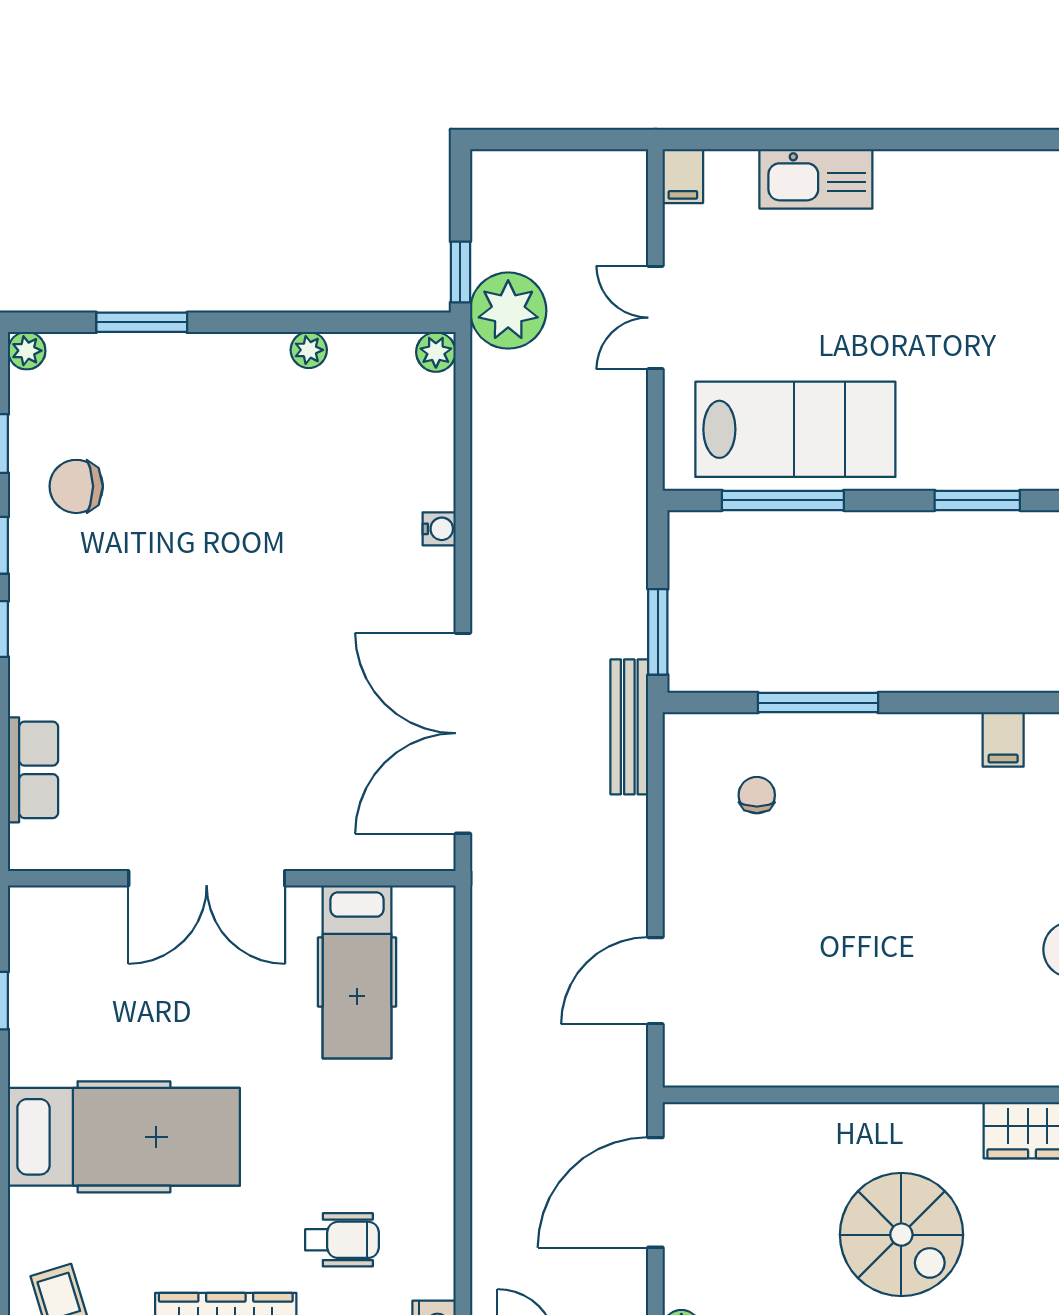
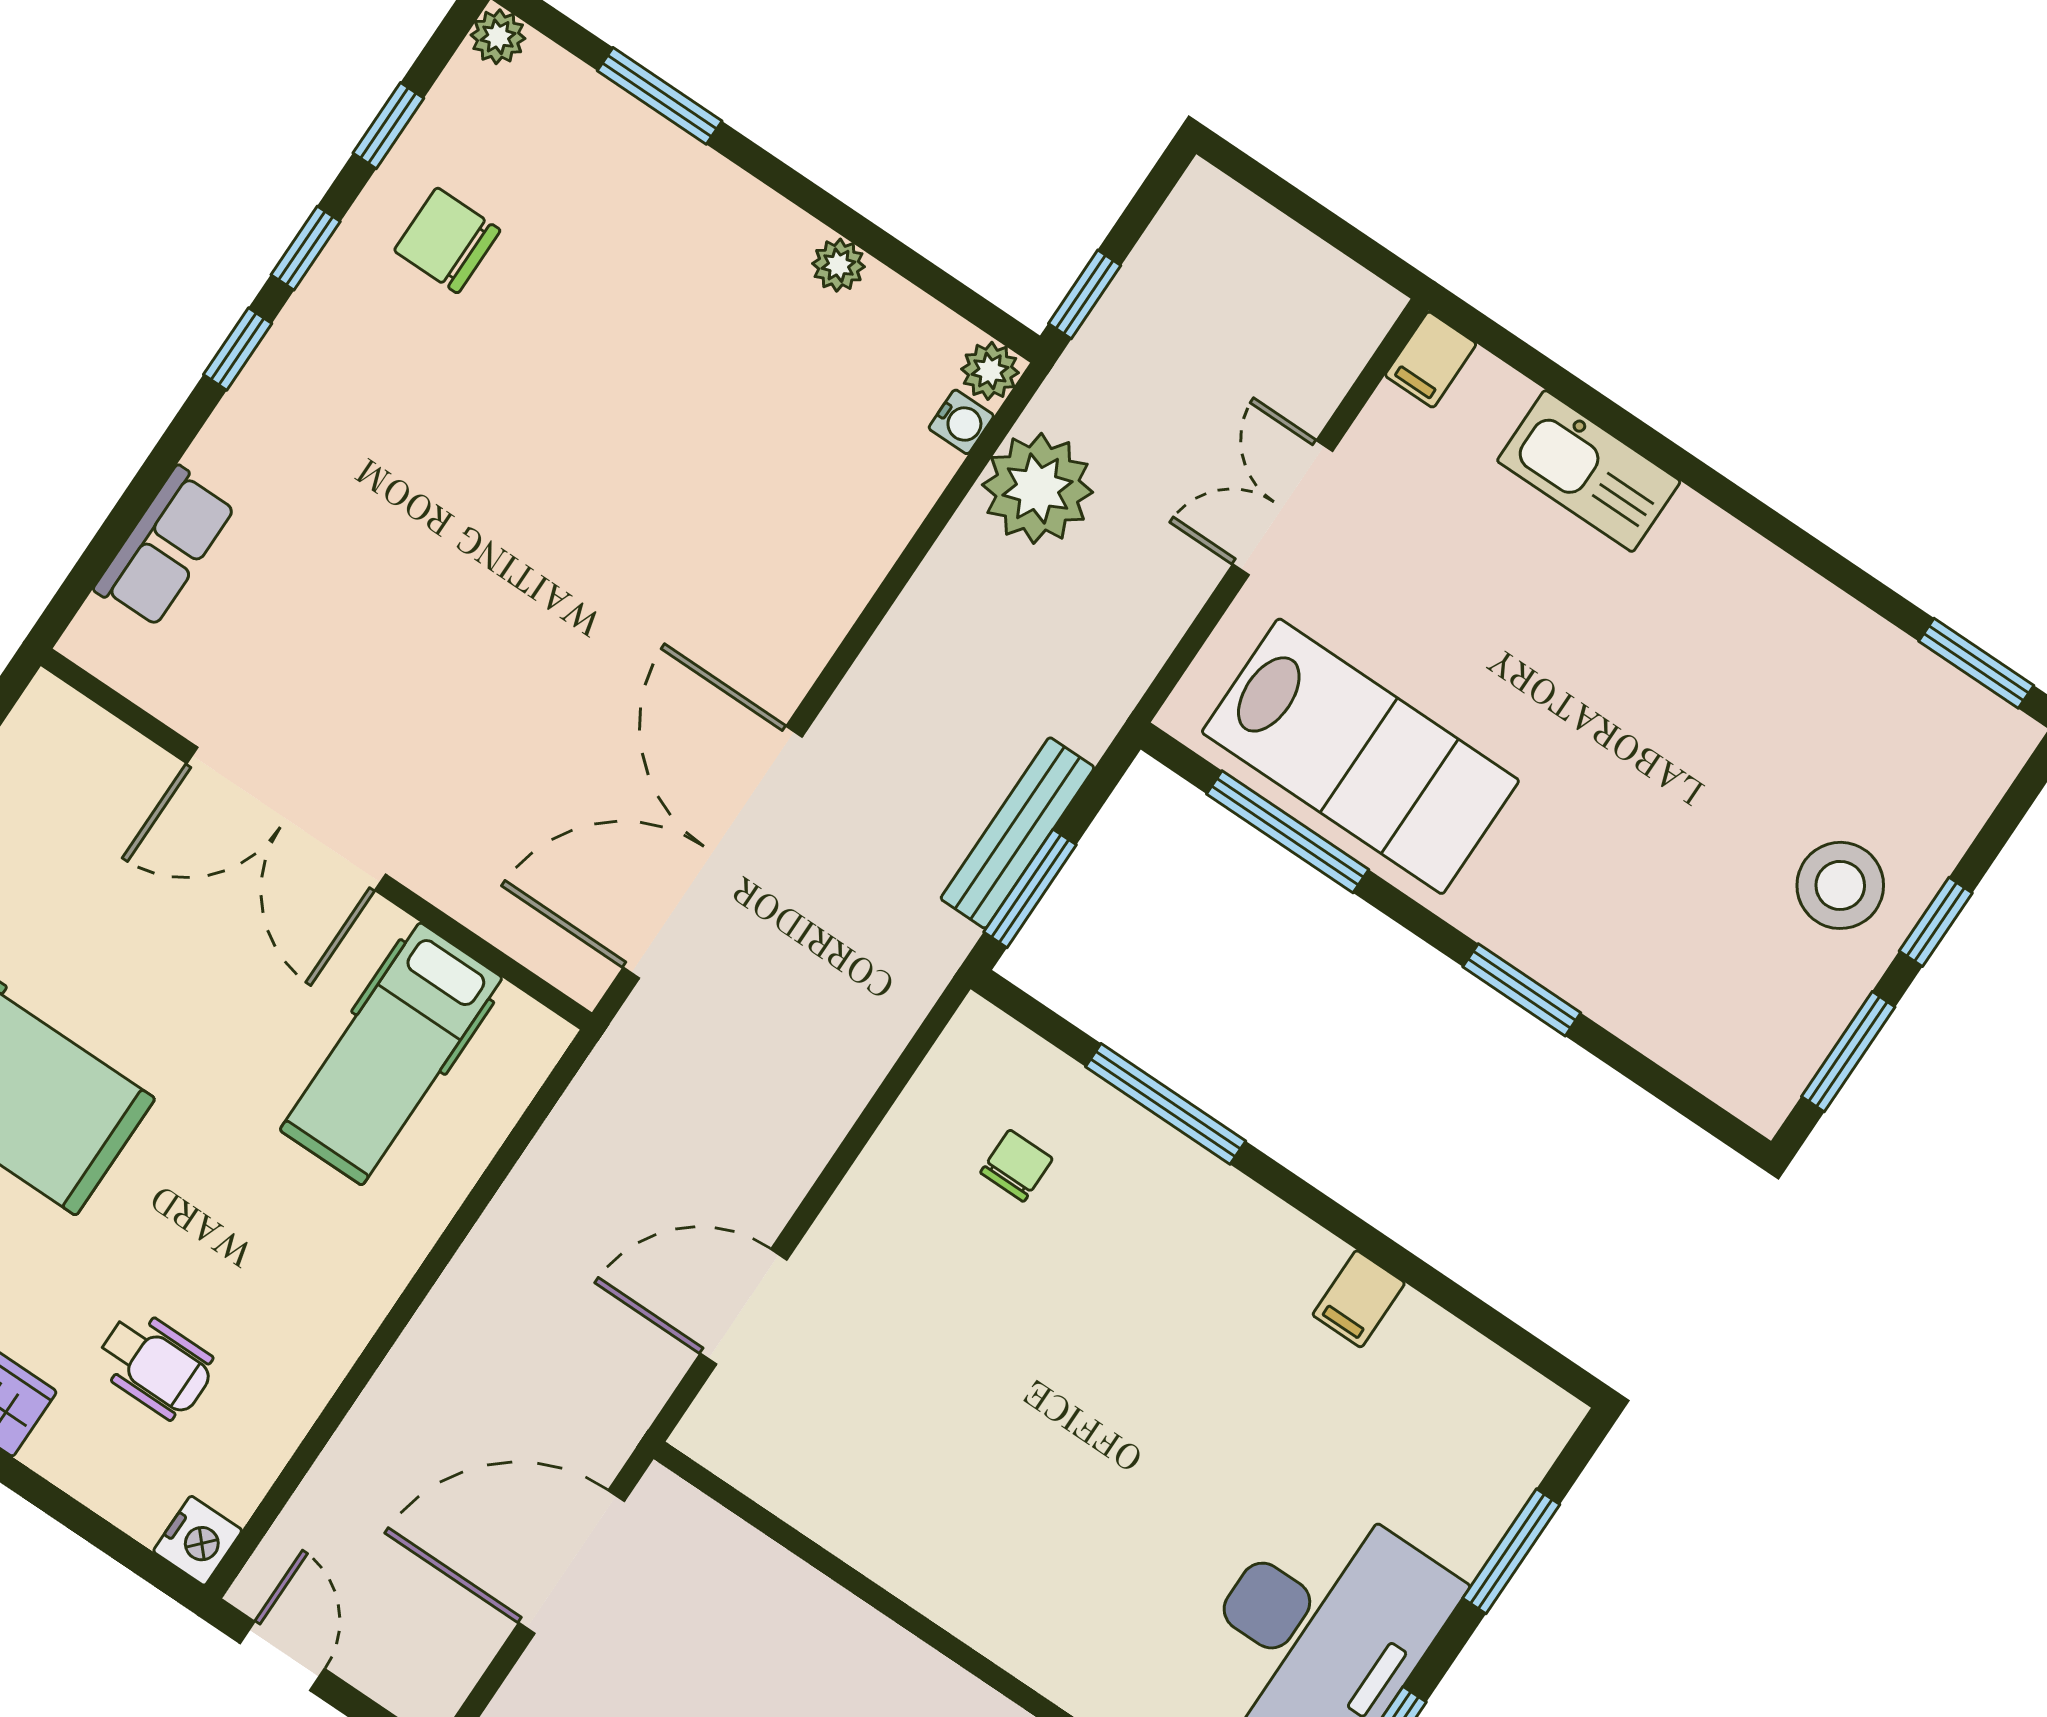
plant: (508, 311) -> (1038, 488), moved
water cooler: (439, 529) -> (961, 422), moved
bench: (629, 727) -> (1017, 833), moved

